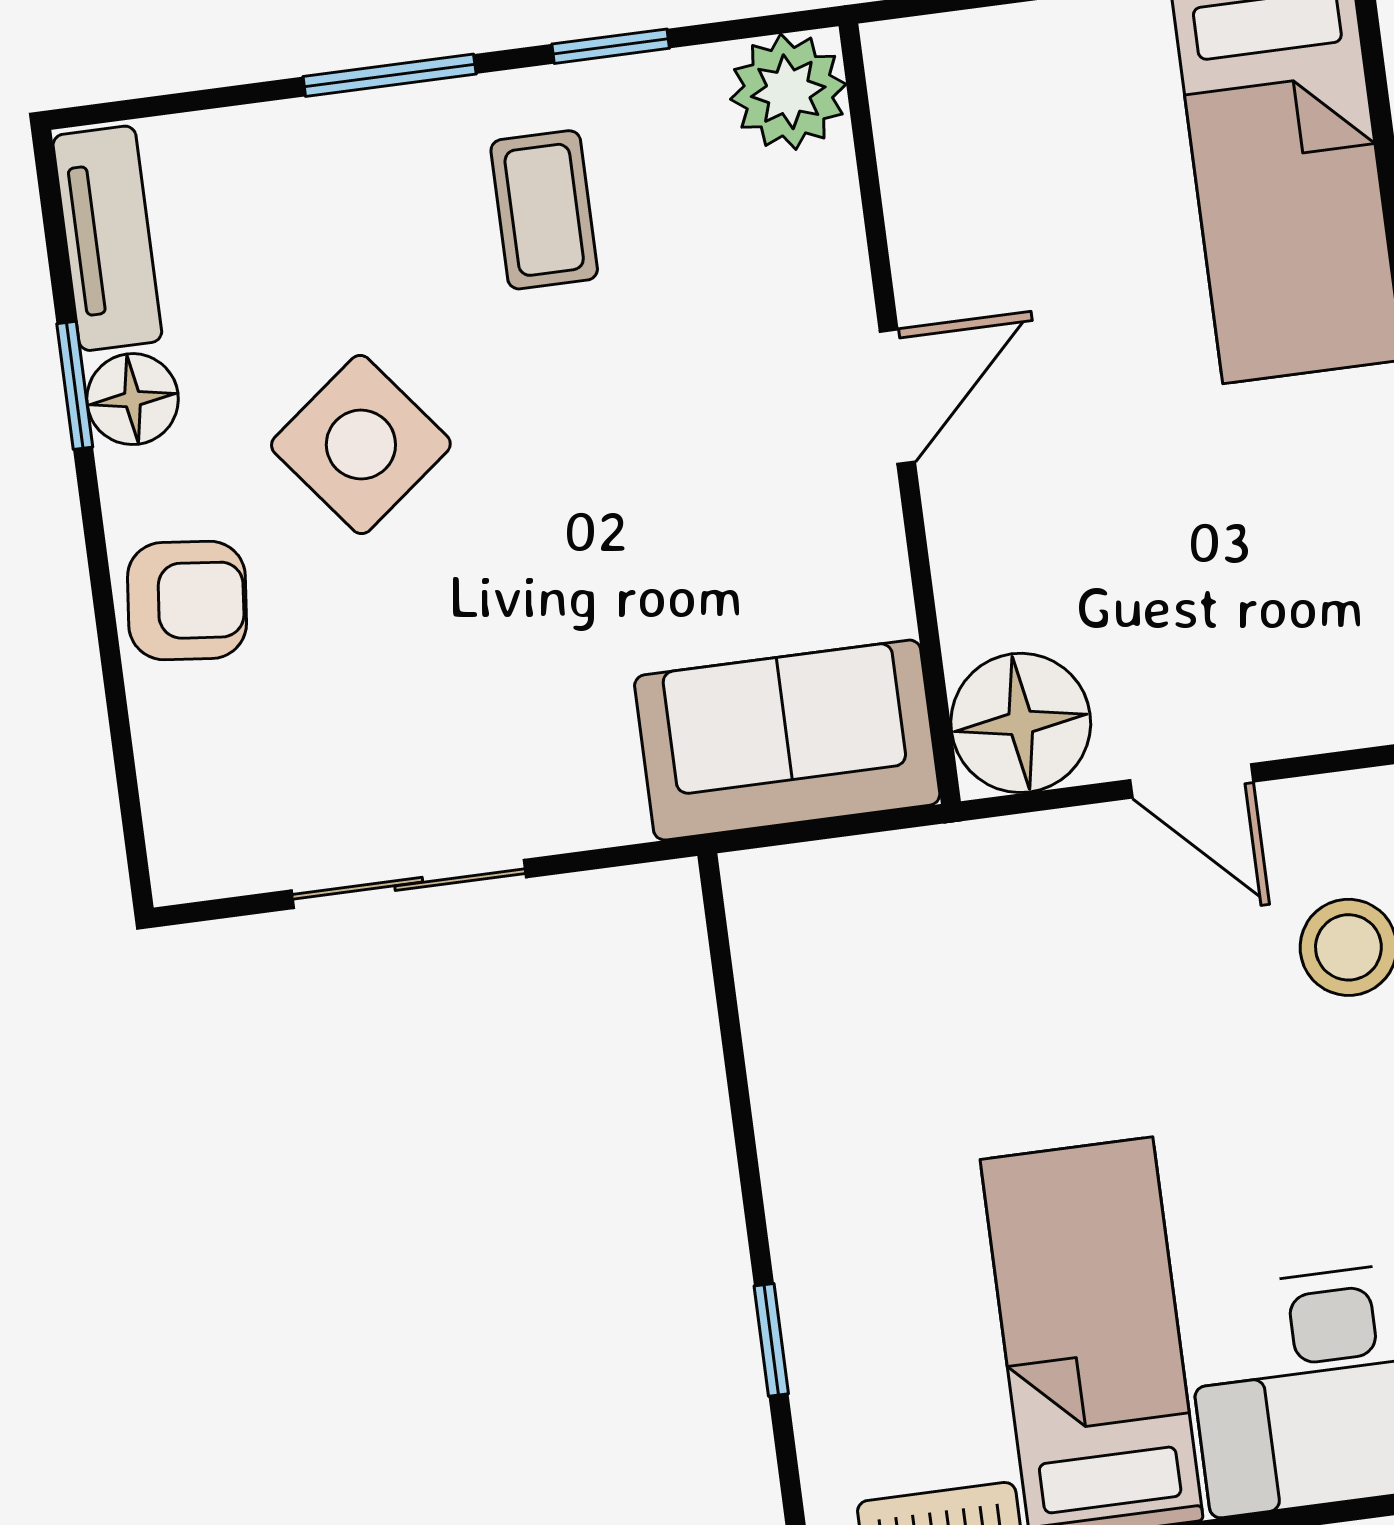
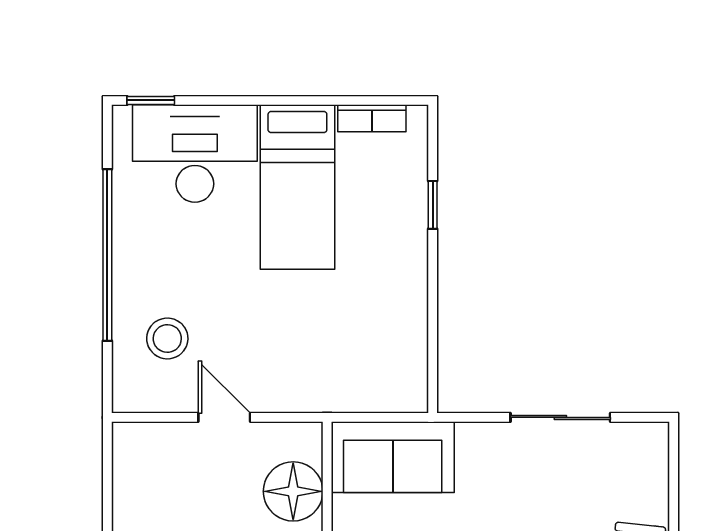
floor lamp: (1021, 723) -> (293, 491), moved

